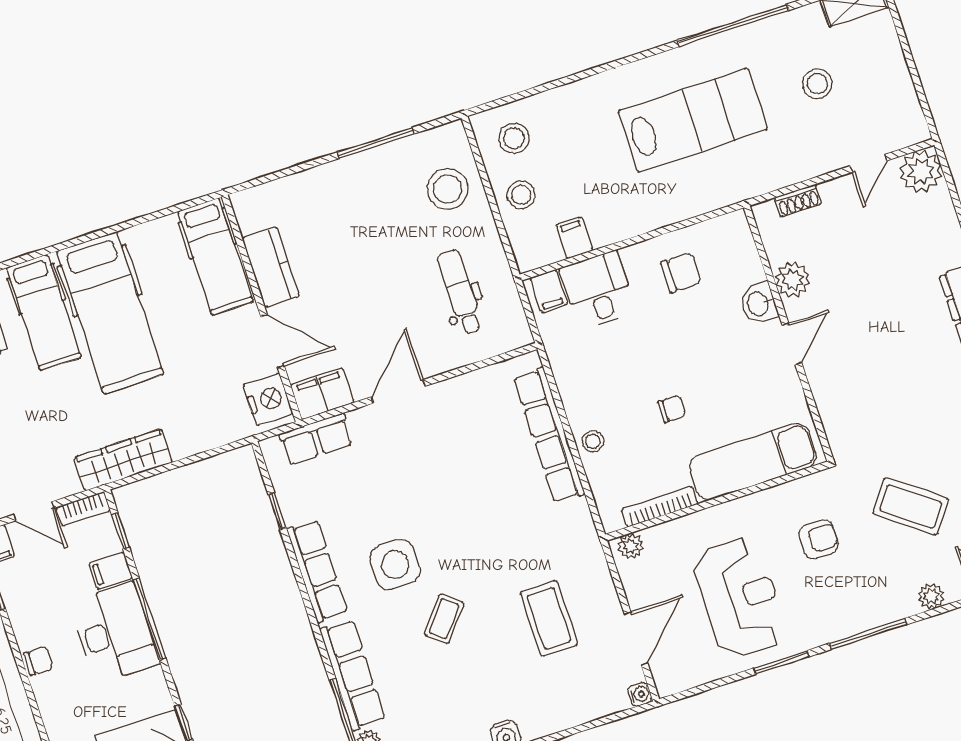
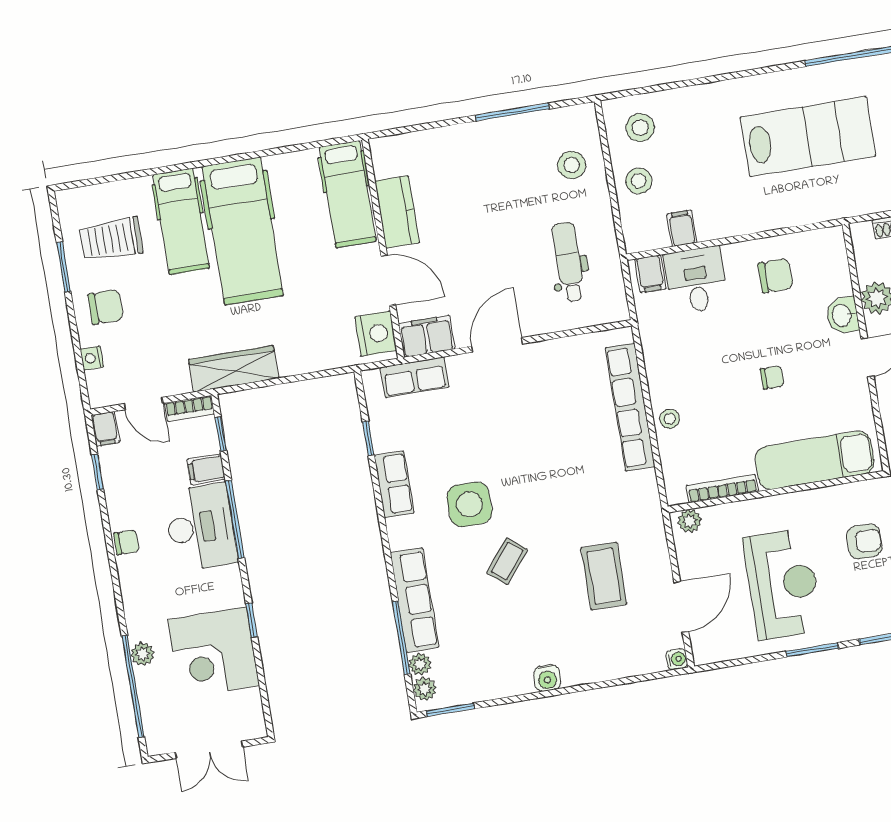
stool: (447, 189) -> (572, 165), width x0.73, depth x0.73
chair: (672, 409) -> (772, 377), moved
row of seats: (317, 571) -> (394, 484), width x0.68

